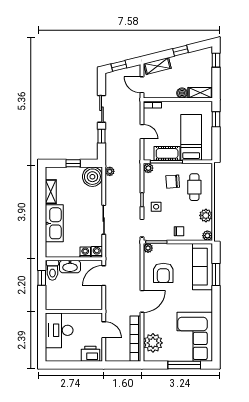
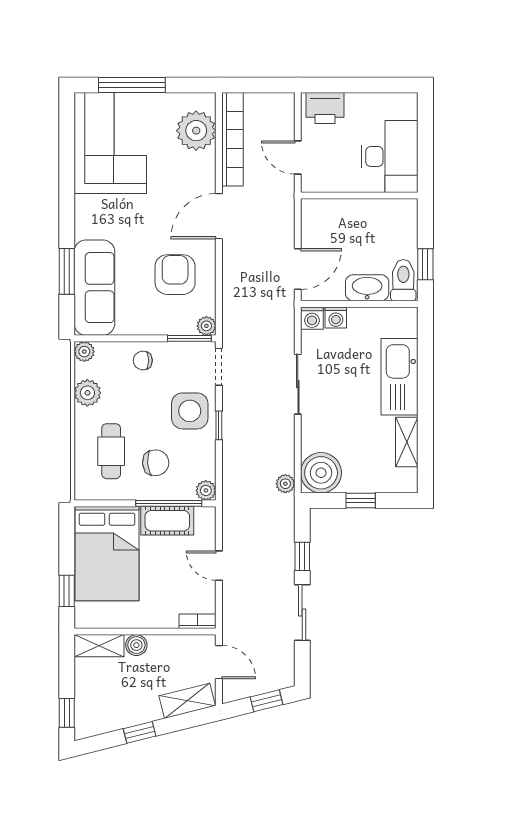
bed: (191, 137) -> (107, 554), width x1.50
side table: (156, 207) -> (190, 411), width x1.87, depth x1.87

